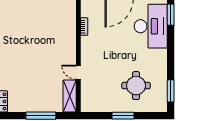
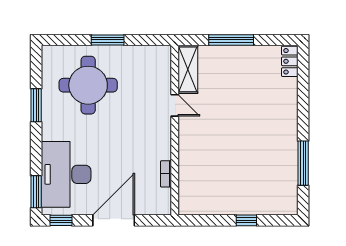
round table: (136, 86) -> (88, 85), width x1.36, depth x1.36
window: (171, 91) -> (36, 105), moved

